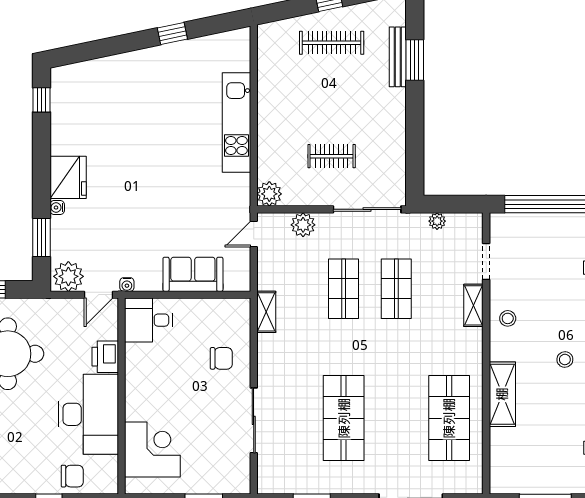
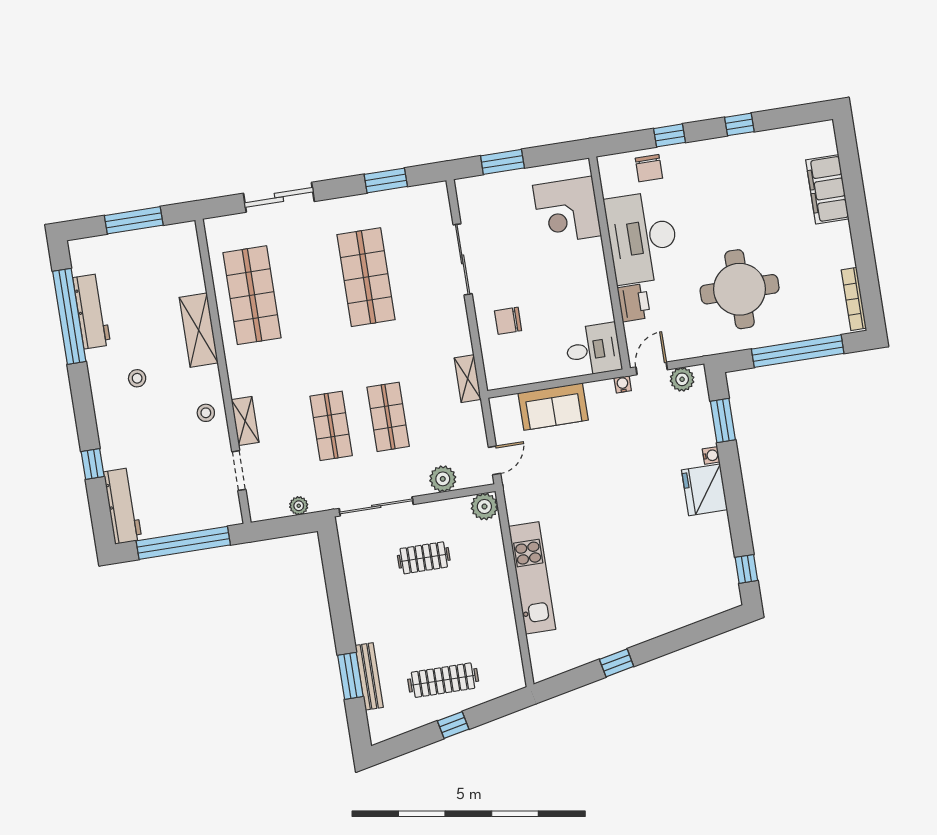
plant: (68, 276) -> (682, 379), width x0.73, depth x0.73
chair: (72, 476) -> (649, 168), turned -90

